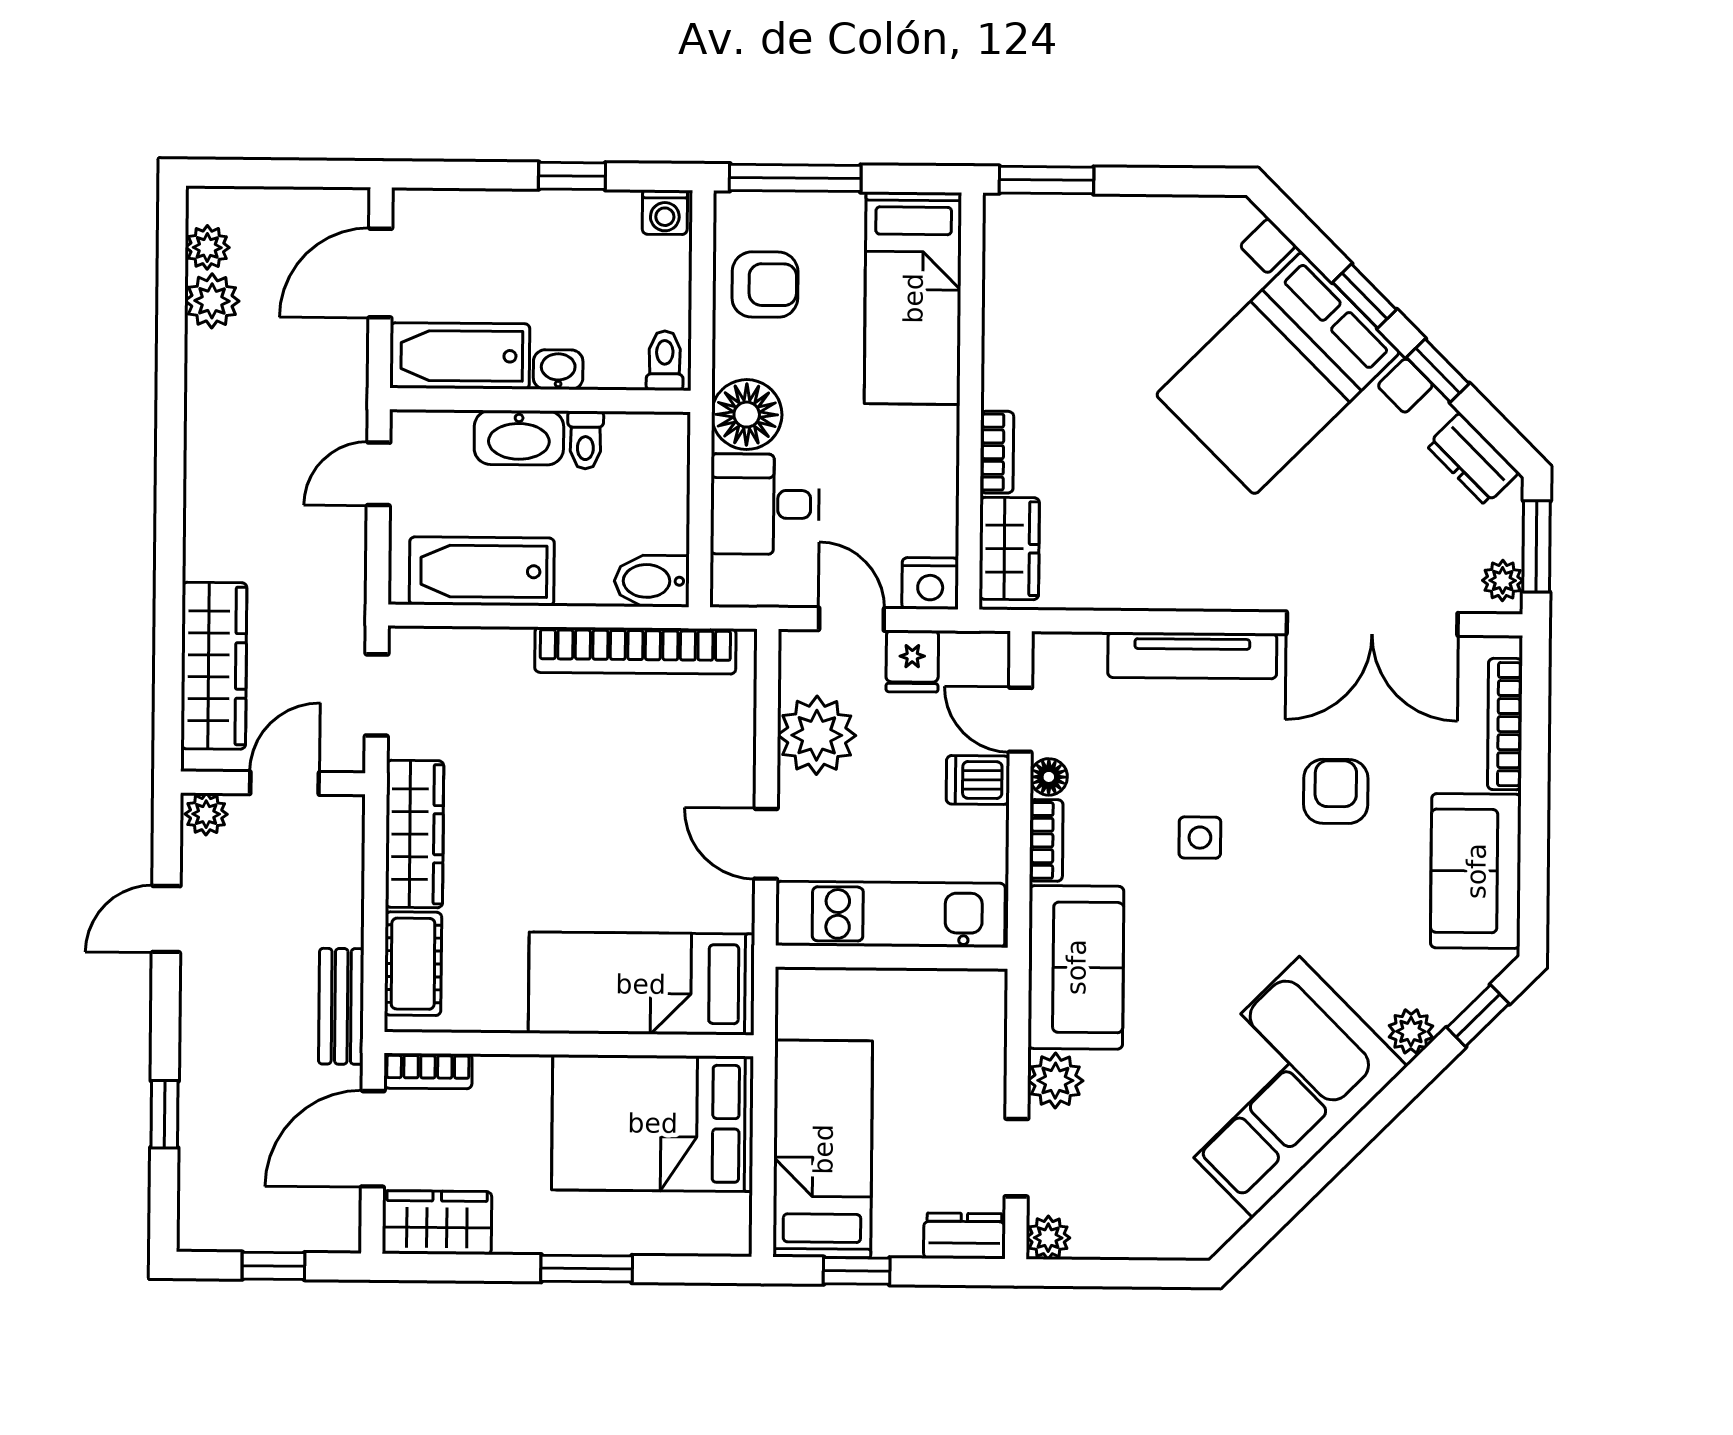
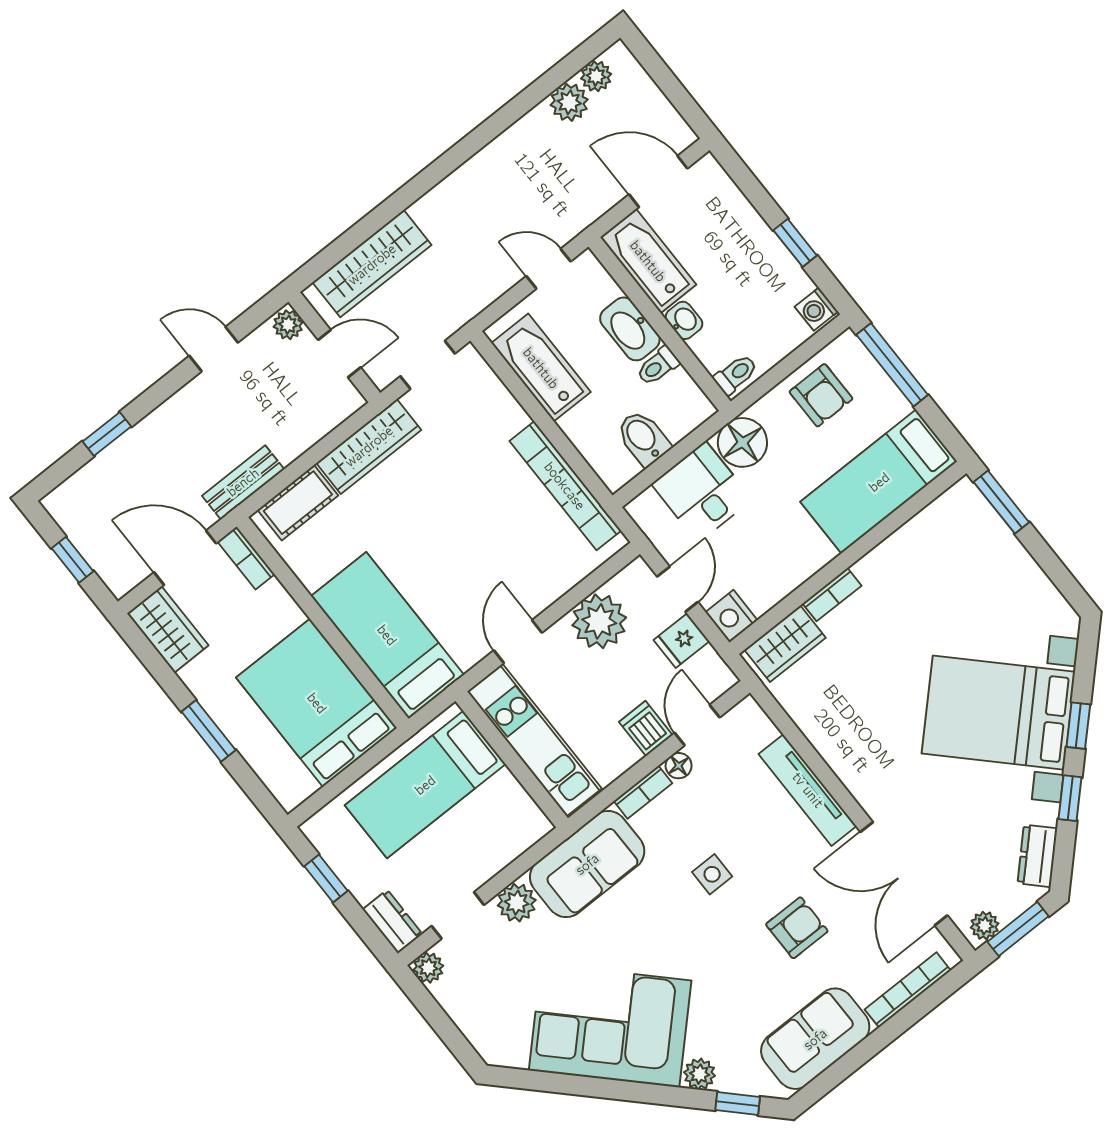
bidet: (652, 581) -> (643, 438), moved
bed: (823, 1149) -> (425, 785), moved, turned 180

